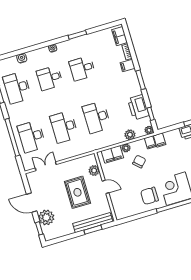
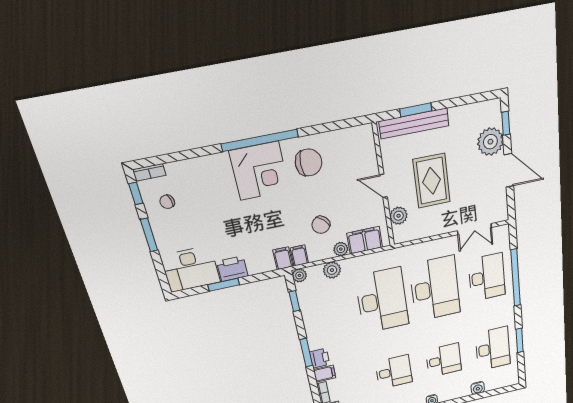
printer: (138, 107) -> (320, 358), moved, width x0.53, depth x0.68
desk: (97, 117) -> (382, 300), width x1.36, depth x1.30
desk: (64, 127) -> (435, 289), width x1.36, depth x1.30

